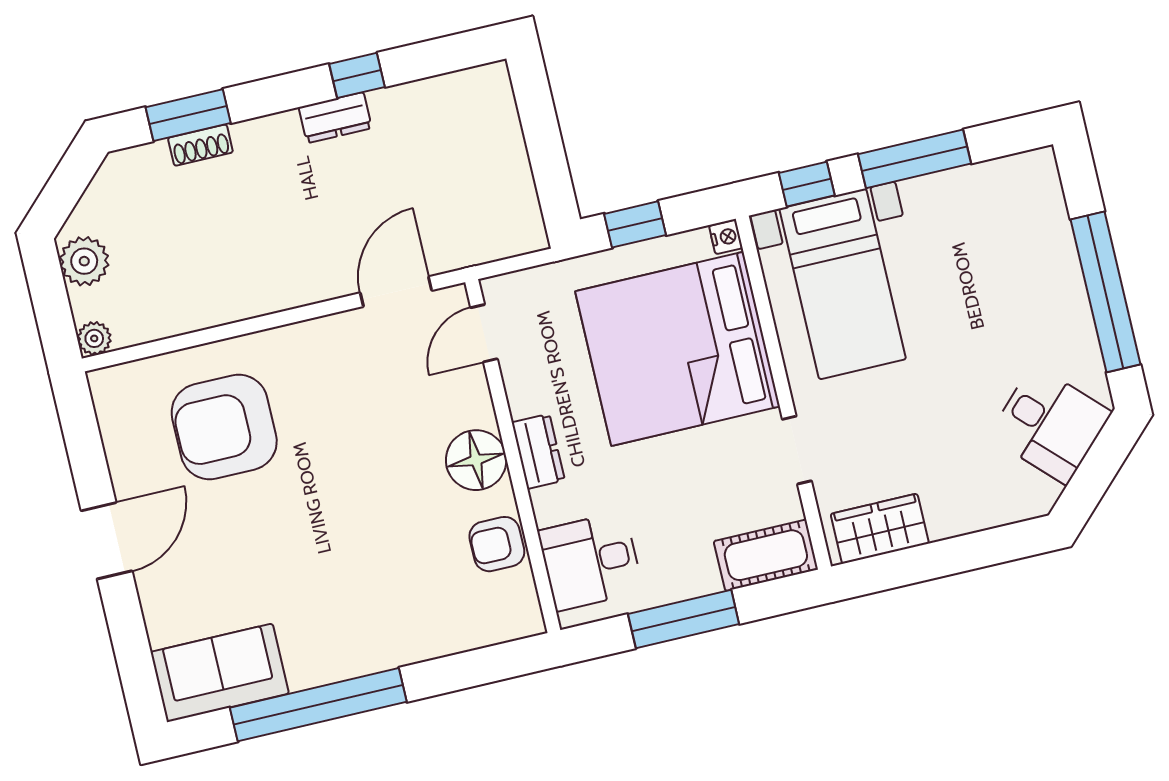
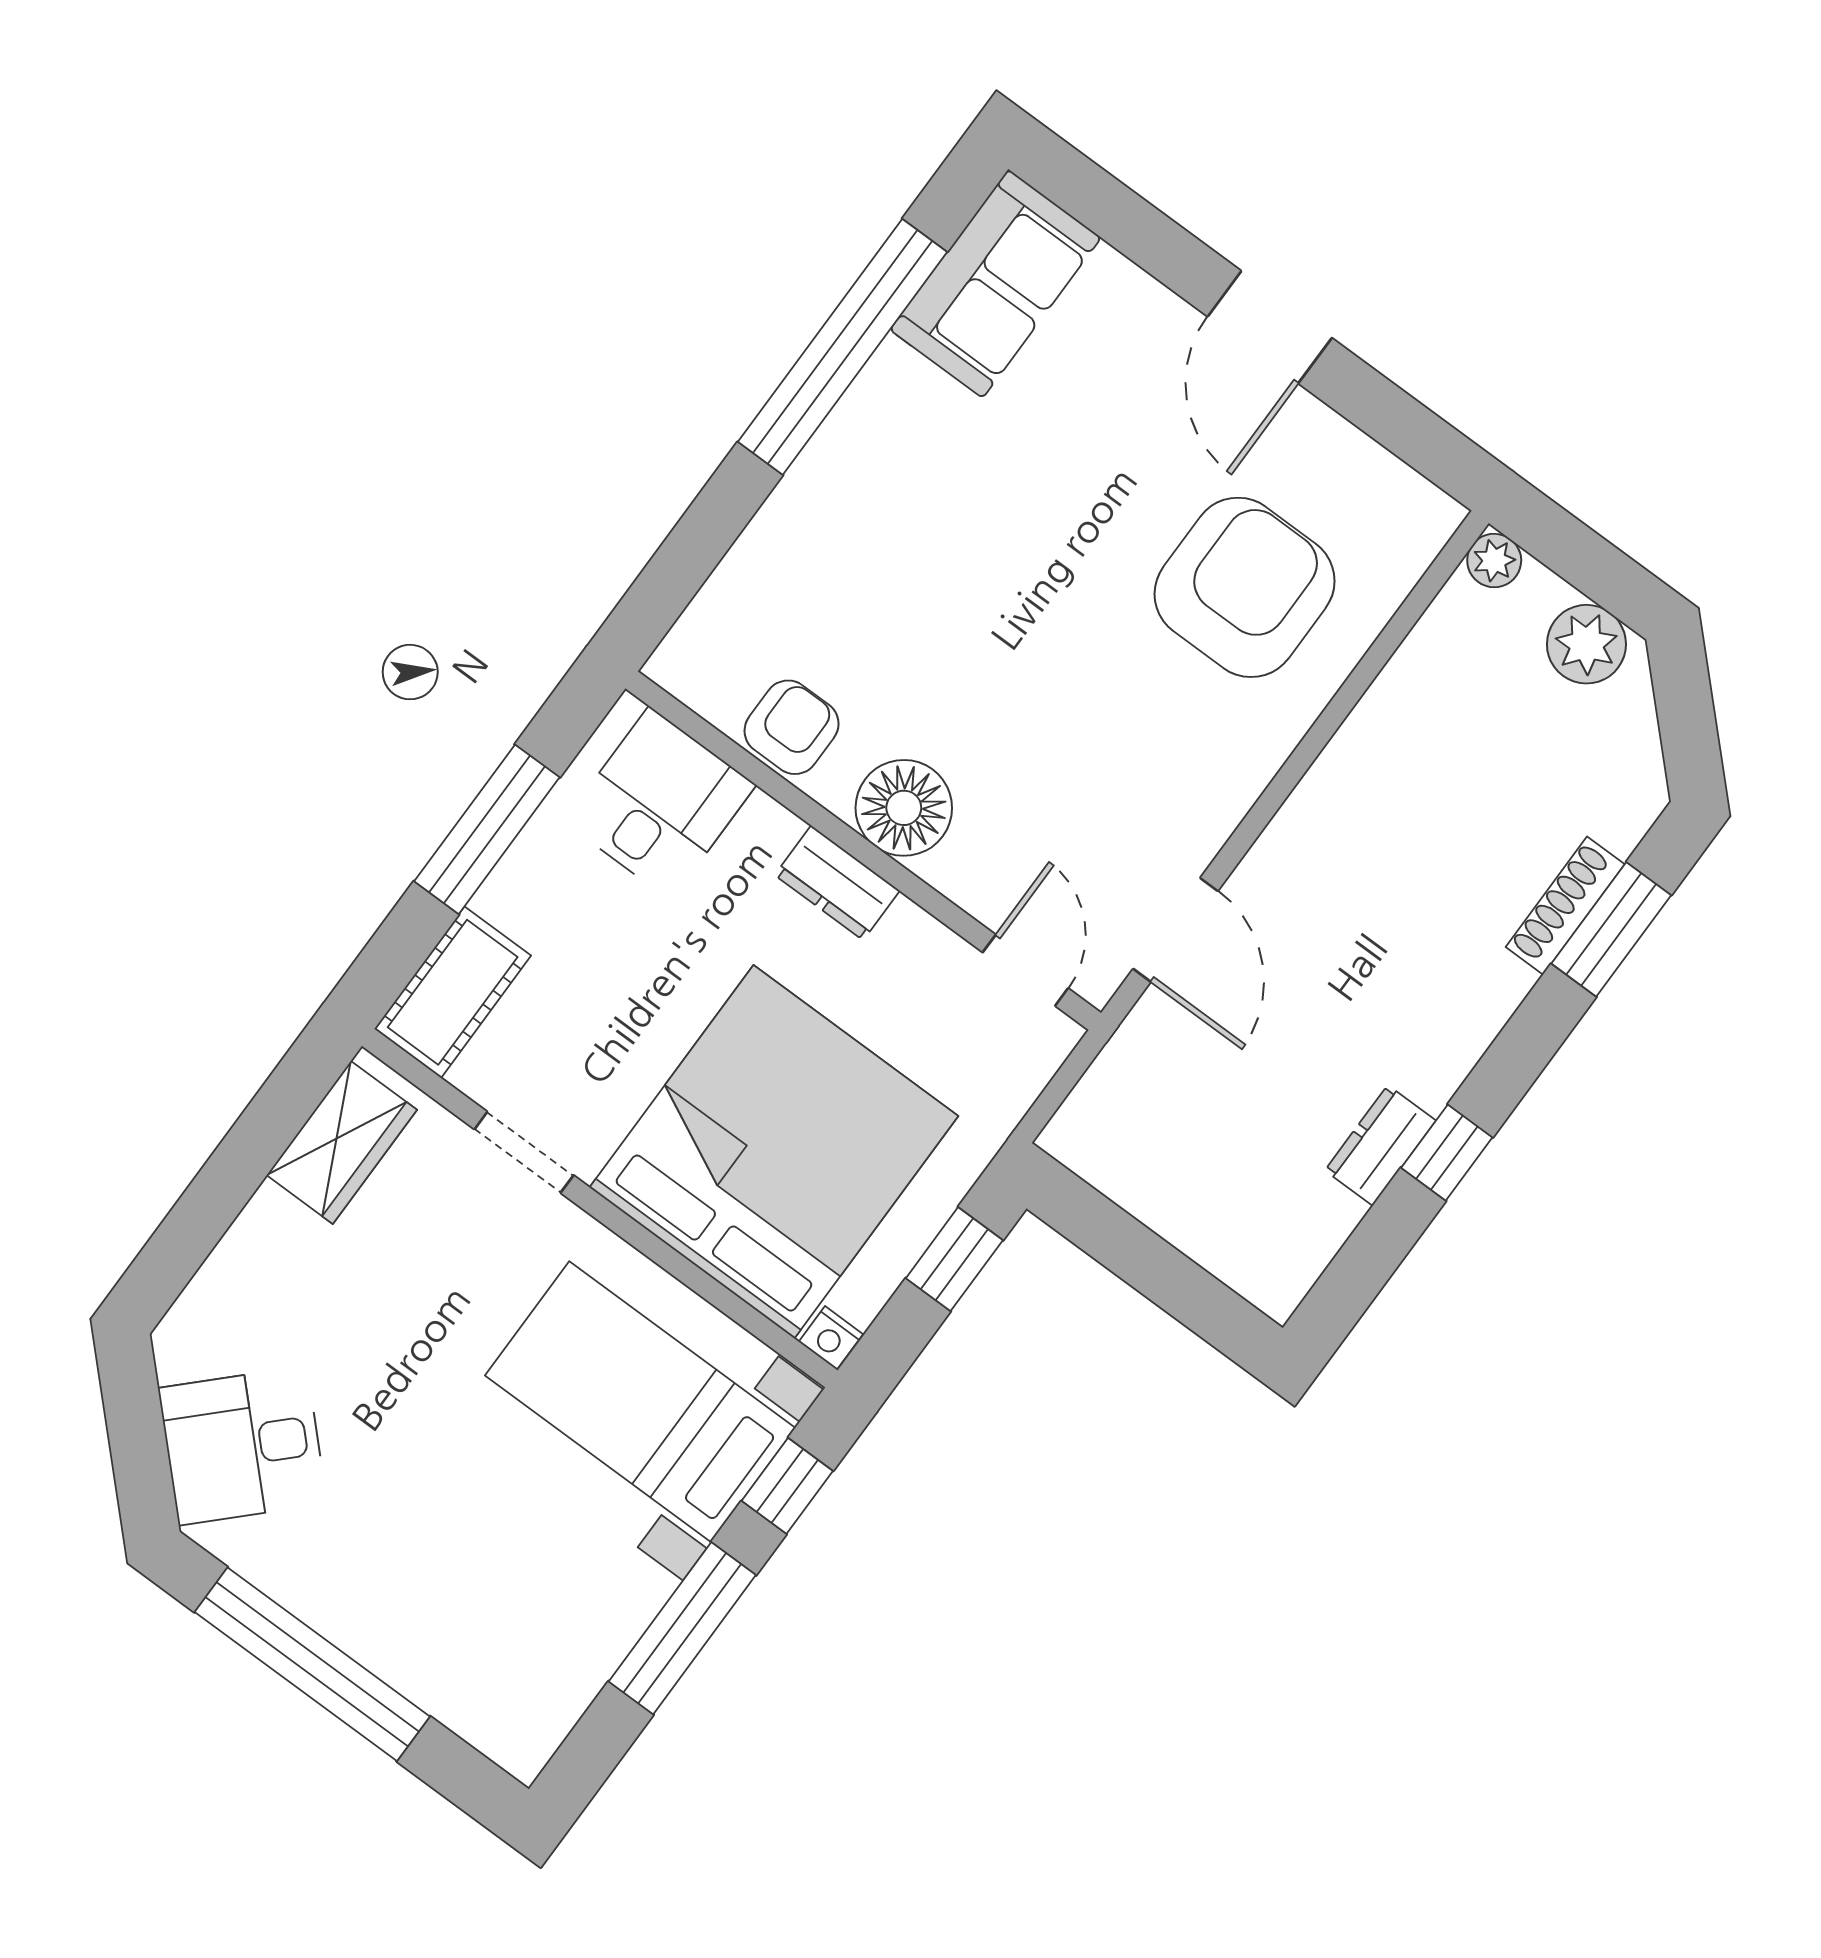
dresser: (335, 118) -> (1380, 1145), moved
shoe rack: (200, 145) -> (1565, 906), width x1.43

